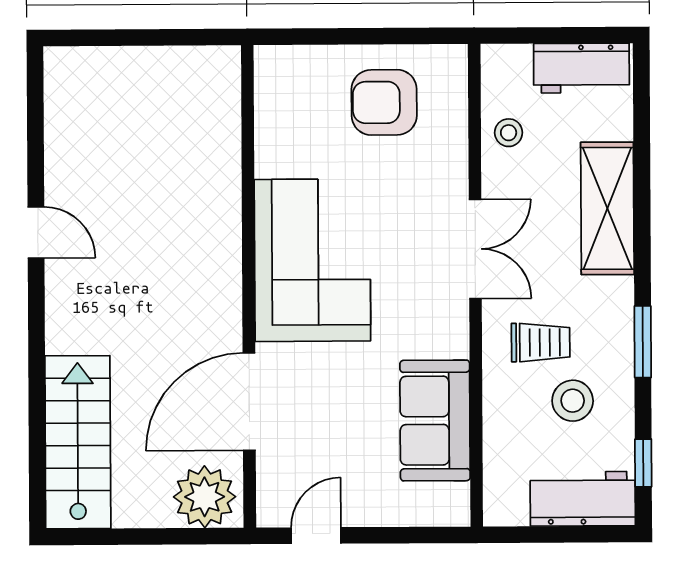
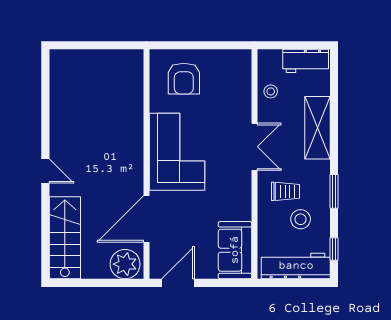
armchair: (384, 102) -> (184, 79), moved, turned -90
door: (36, 233) -> (45, 171), moved
sofa: (435, 420) -> (235, 250), moved
workbench: (583, 499) -> (296, 266), width x1.38
door: (316, 536) -> (178, 283), width x1.38

